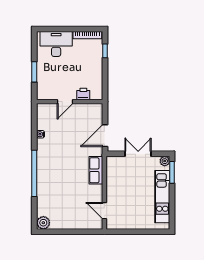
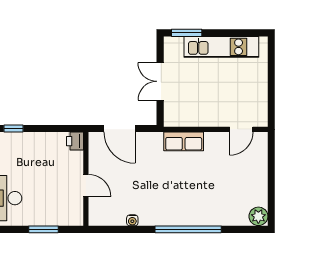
printer: (83, 94) -> (75, 141), moved
door: (105, 136) -> (120, 129), moved
plant: (165, 161) -> (171, 43), removed

